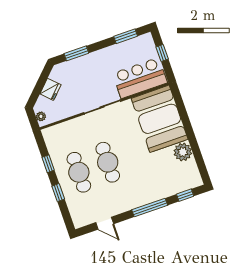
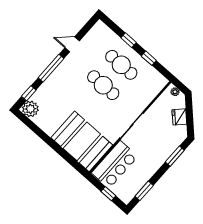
plant: (183, 152) -> (30, 109), moved
door: (105, 223) -> (72, 44), moved

